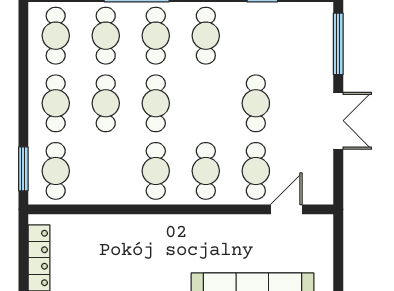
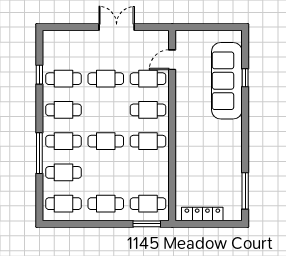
window: (338, 44) -> (69, 27), removed
cafe table: (106, 103) -> (64, 79), moved
door: (286, 209) -> (172, 60), hinge flipped

